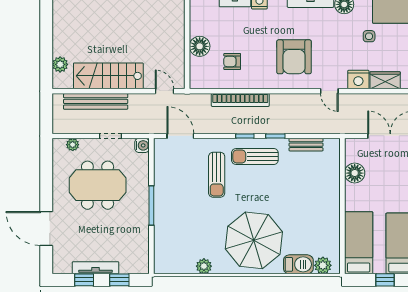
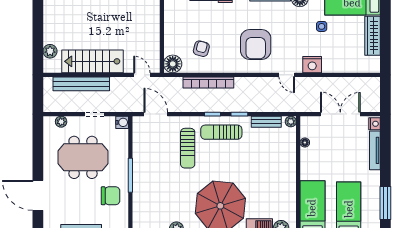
floor lamp: (200, 46) -> (173, 64), moved
armchair: (232, 61) -> (201, 49), turned 105
wardrobe: (385, 80) -> (336, 65), removed
plant: (334, 144) -> (291, 122), added
floor lamp: (355, 173) -> (305, 143), width x0.53, depth x0.53
chair: (129, 229) -> (111, 196), added

